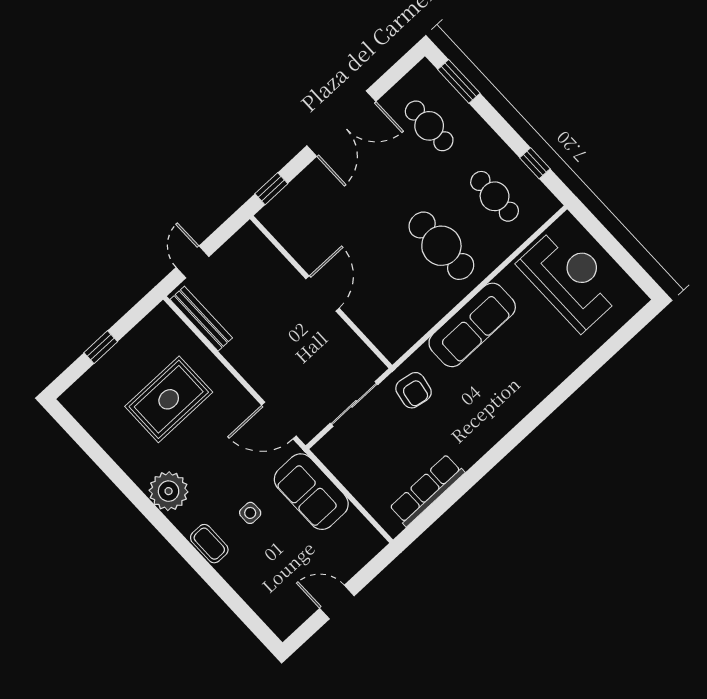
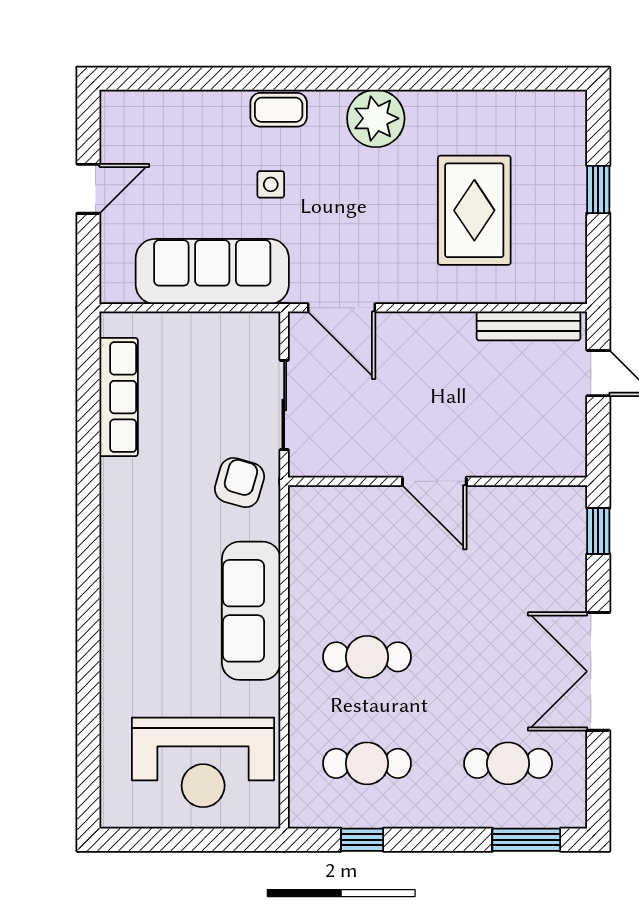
cafe table: (441, 246) -> (367, 657), width x0.73, depth x0.74
armchair: (414, 390) -> (239, 483), turned 96
door: (279, 420) -> (342, 308), swing flipped
sofa: (311, 492) -> (212, 271), width x1.36

